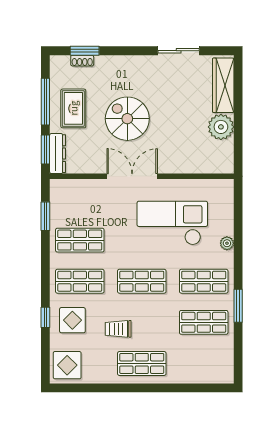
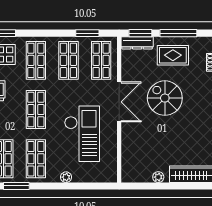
spiral stairs: (127, 119) -> (165, 98), turned -90
plant: (221, 127) -> (158, 177), width x0.53, depth x0.53
shop shelf: (80, 199) -> (101, 60), added

